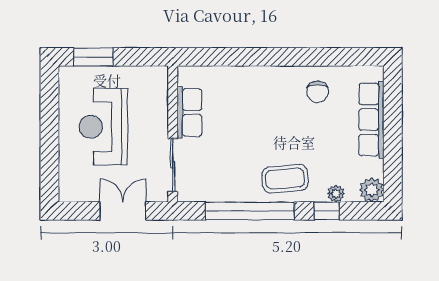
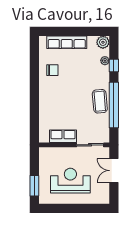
reception desk: (103, 127) -> (70, 181), turned 180
coffee table: (285, 179) -> (100, 101), moved

